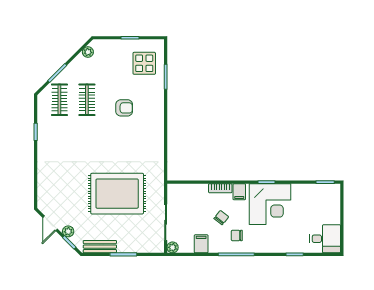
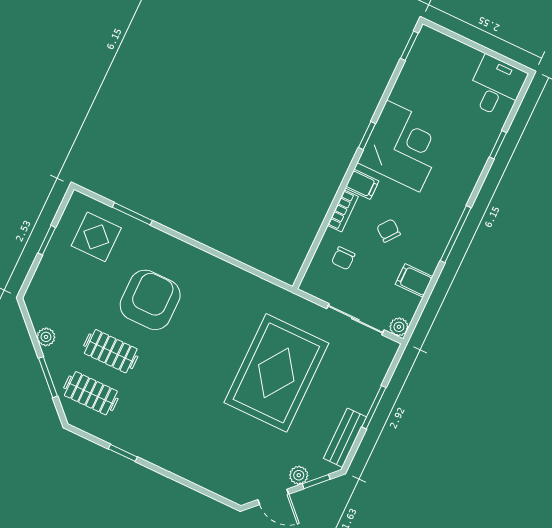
plant: (88, 52) -> (46, 337), moved
armchair: (124, 108) -> (150, 300), width x1.88, depth x1.88
chair: (237, 235) -> (343, 258), moved

